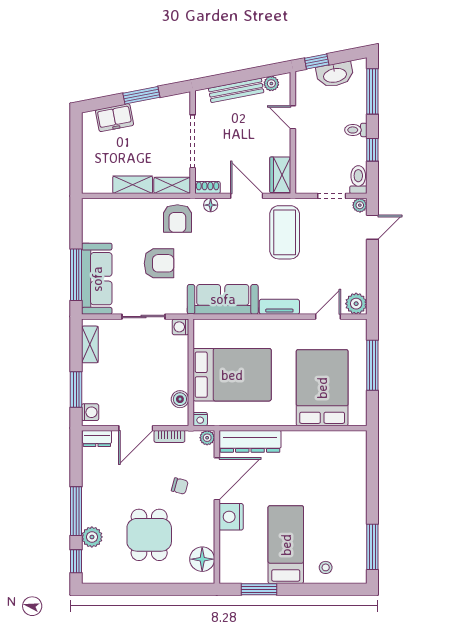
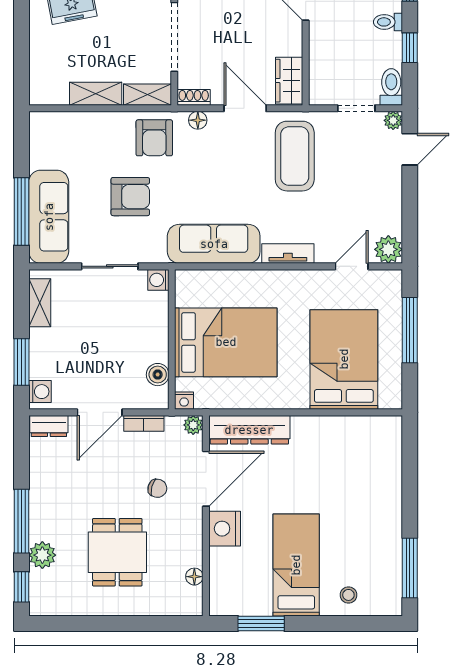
floor lamp: (202, 559) -> (194, 577), width x0.53, depth x0.53

